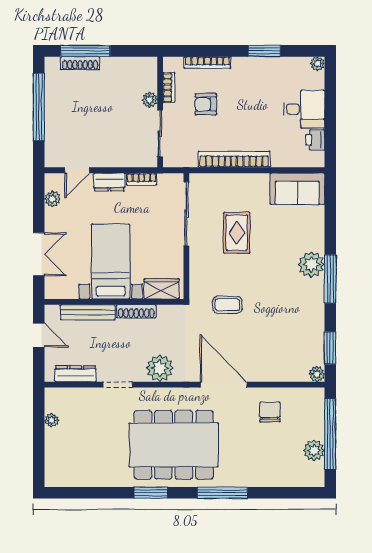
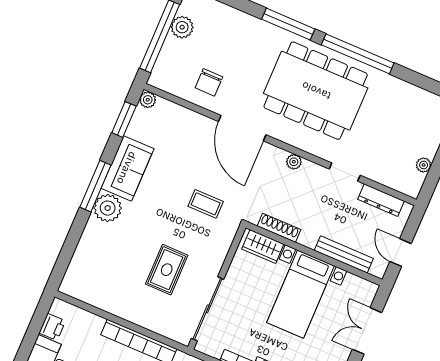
sofa: (297, 189) -> (127, 168), moved, turned 90
shoe rack: (136, 311) -> (279, 228), moved
plant: (160, 368) -> (294, 162), width x0.53, depth x0.53
window: (151, 493) -> (358, 54), width x2.11

